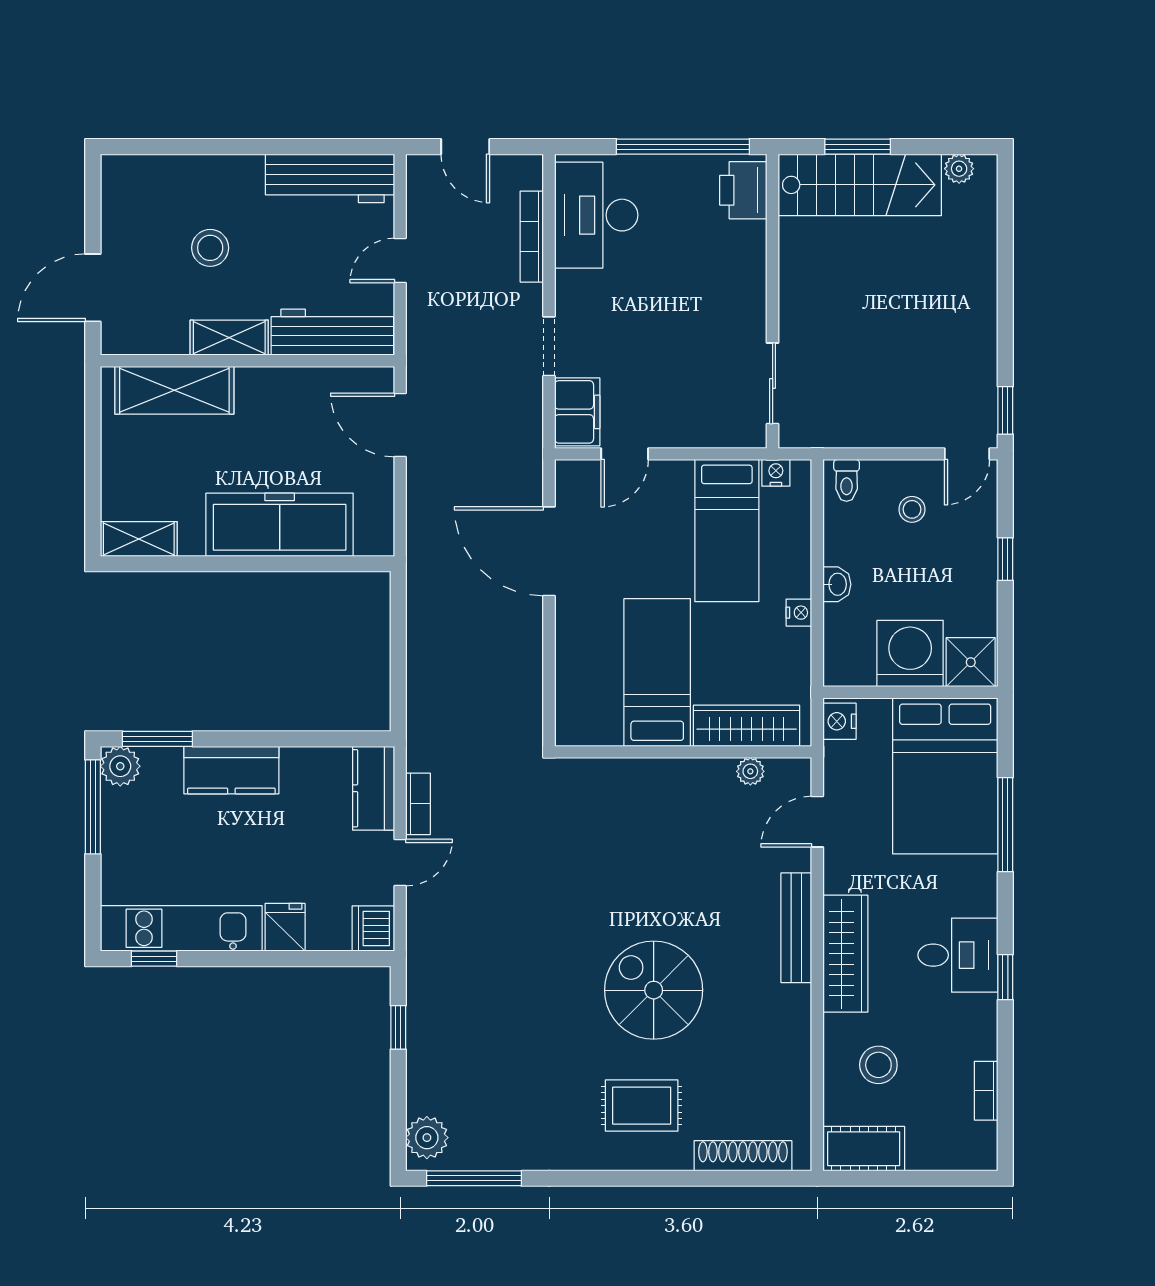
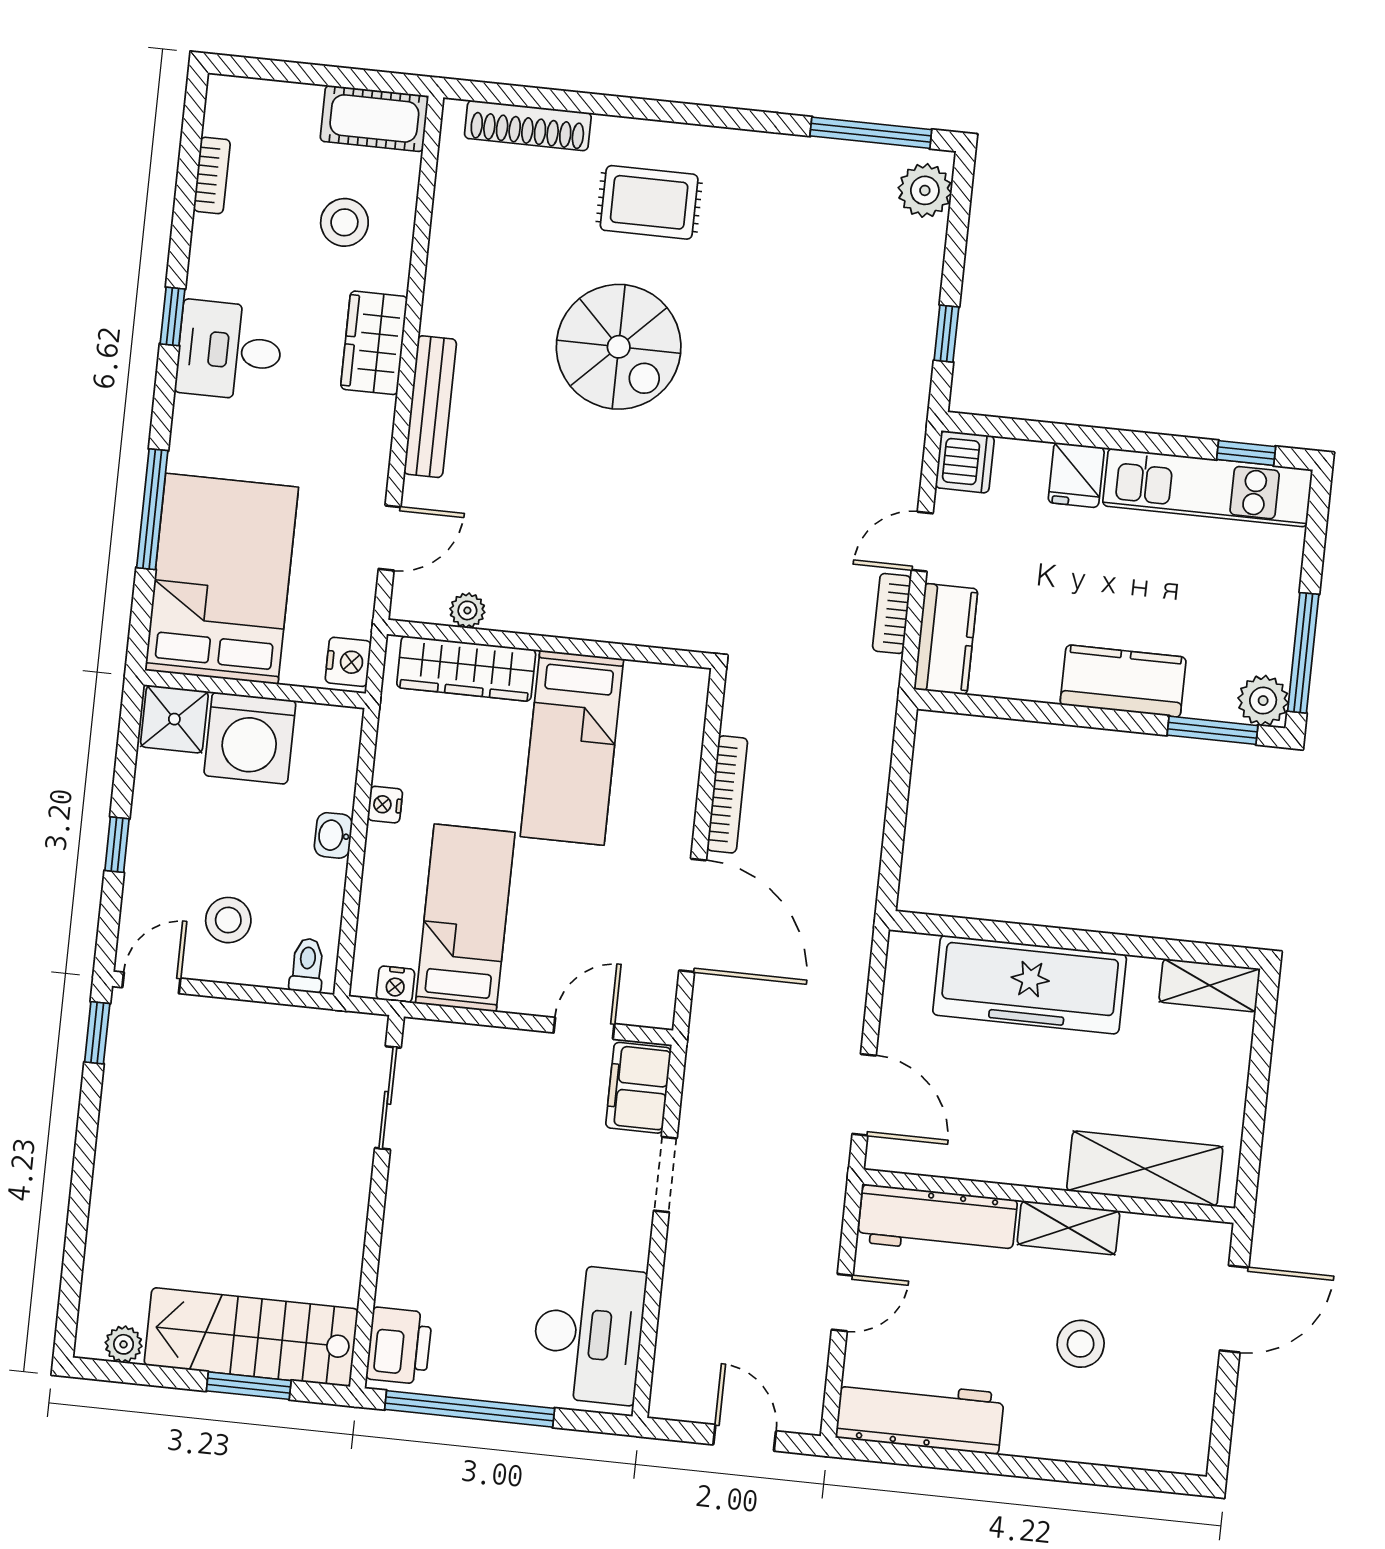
bookcase: (532, 237) -> (727, 794), moved
stool: (912, 509) -> (228, 920), width x1.37, depth x1.37
wardrobe: (845, 954) -> (374, 343), width x0.67

